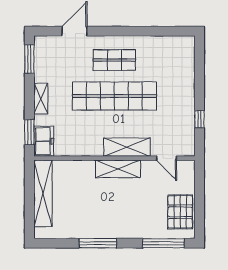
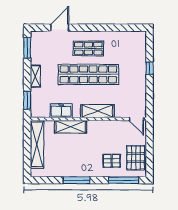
window: (199, 119) -> (150, 68), moved
freezer: (44, 141) -> (61, 111), moved, turned -90
door: (167, 158) -> (136, 119), moved
shelving: (118, 169) -> (71, 127), moved
pallet: (147, 216) -> (112, 161), added

